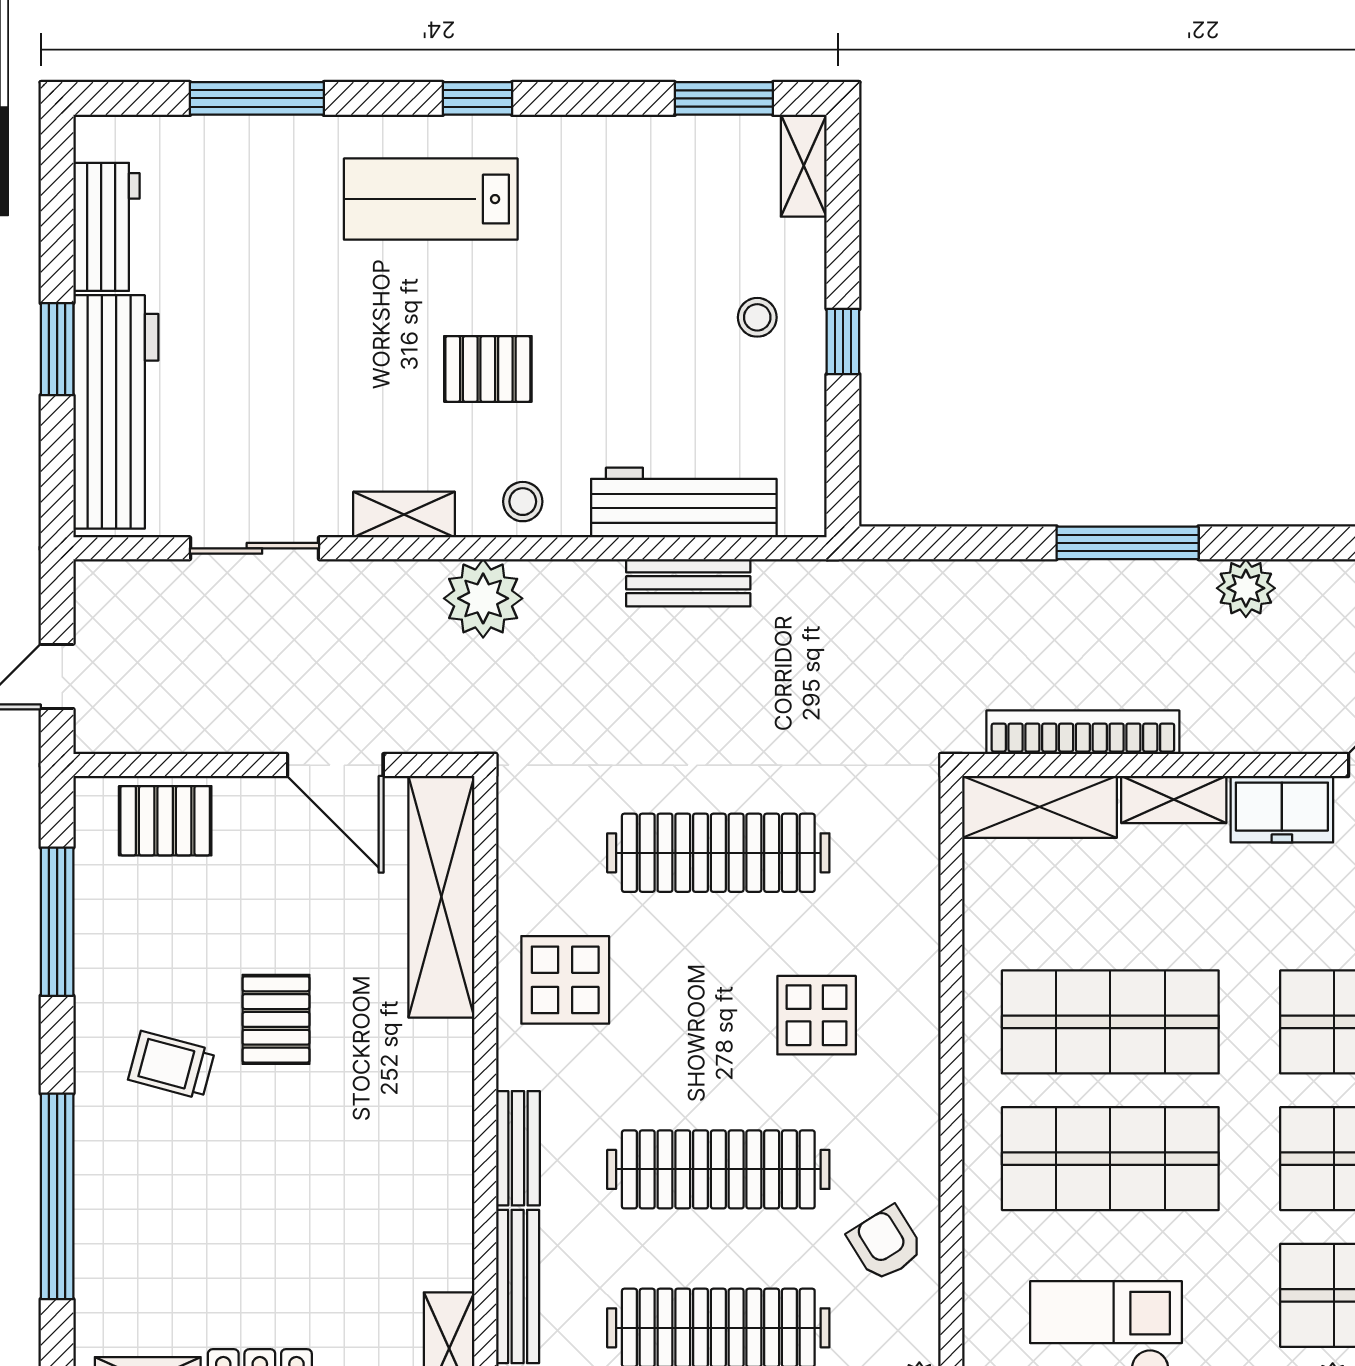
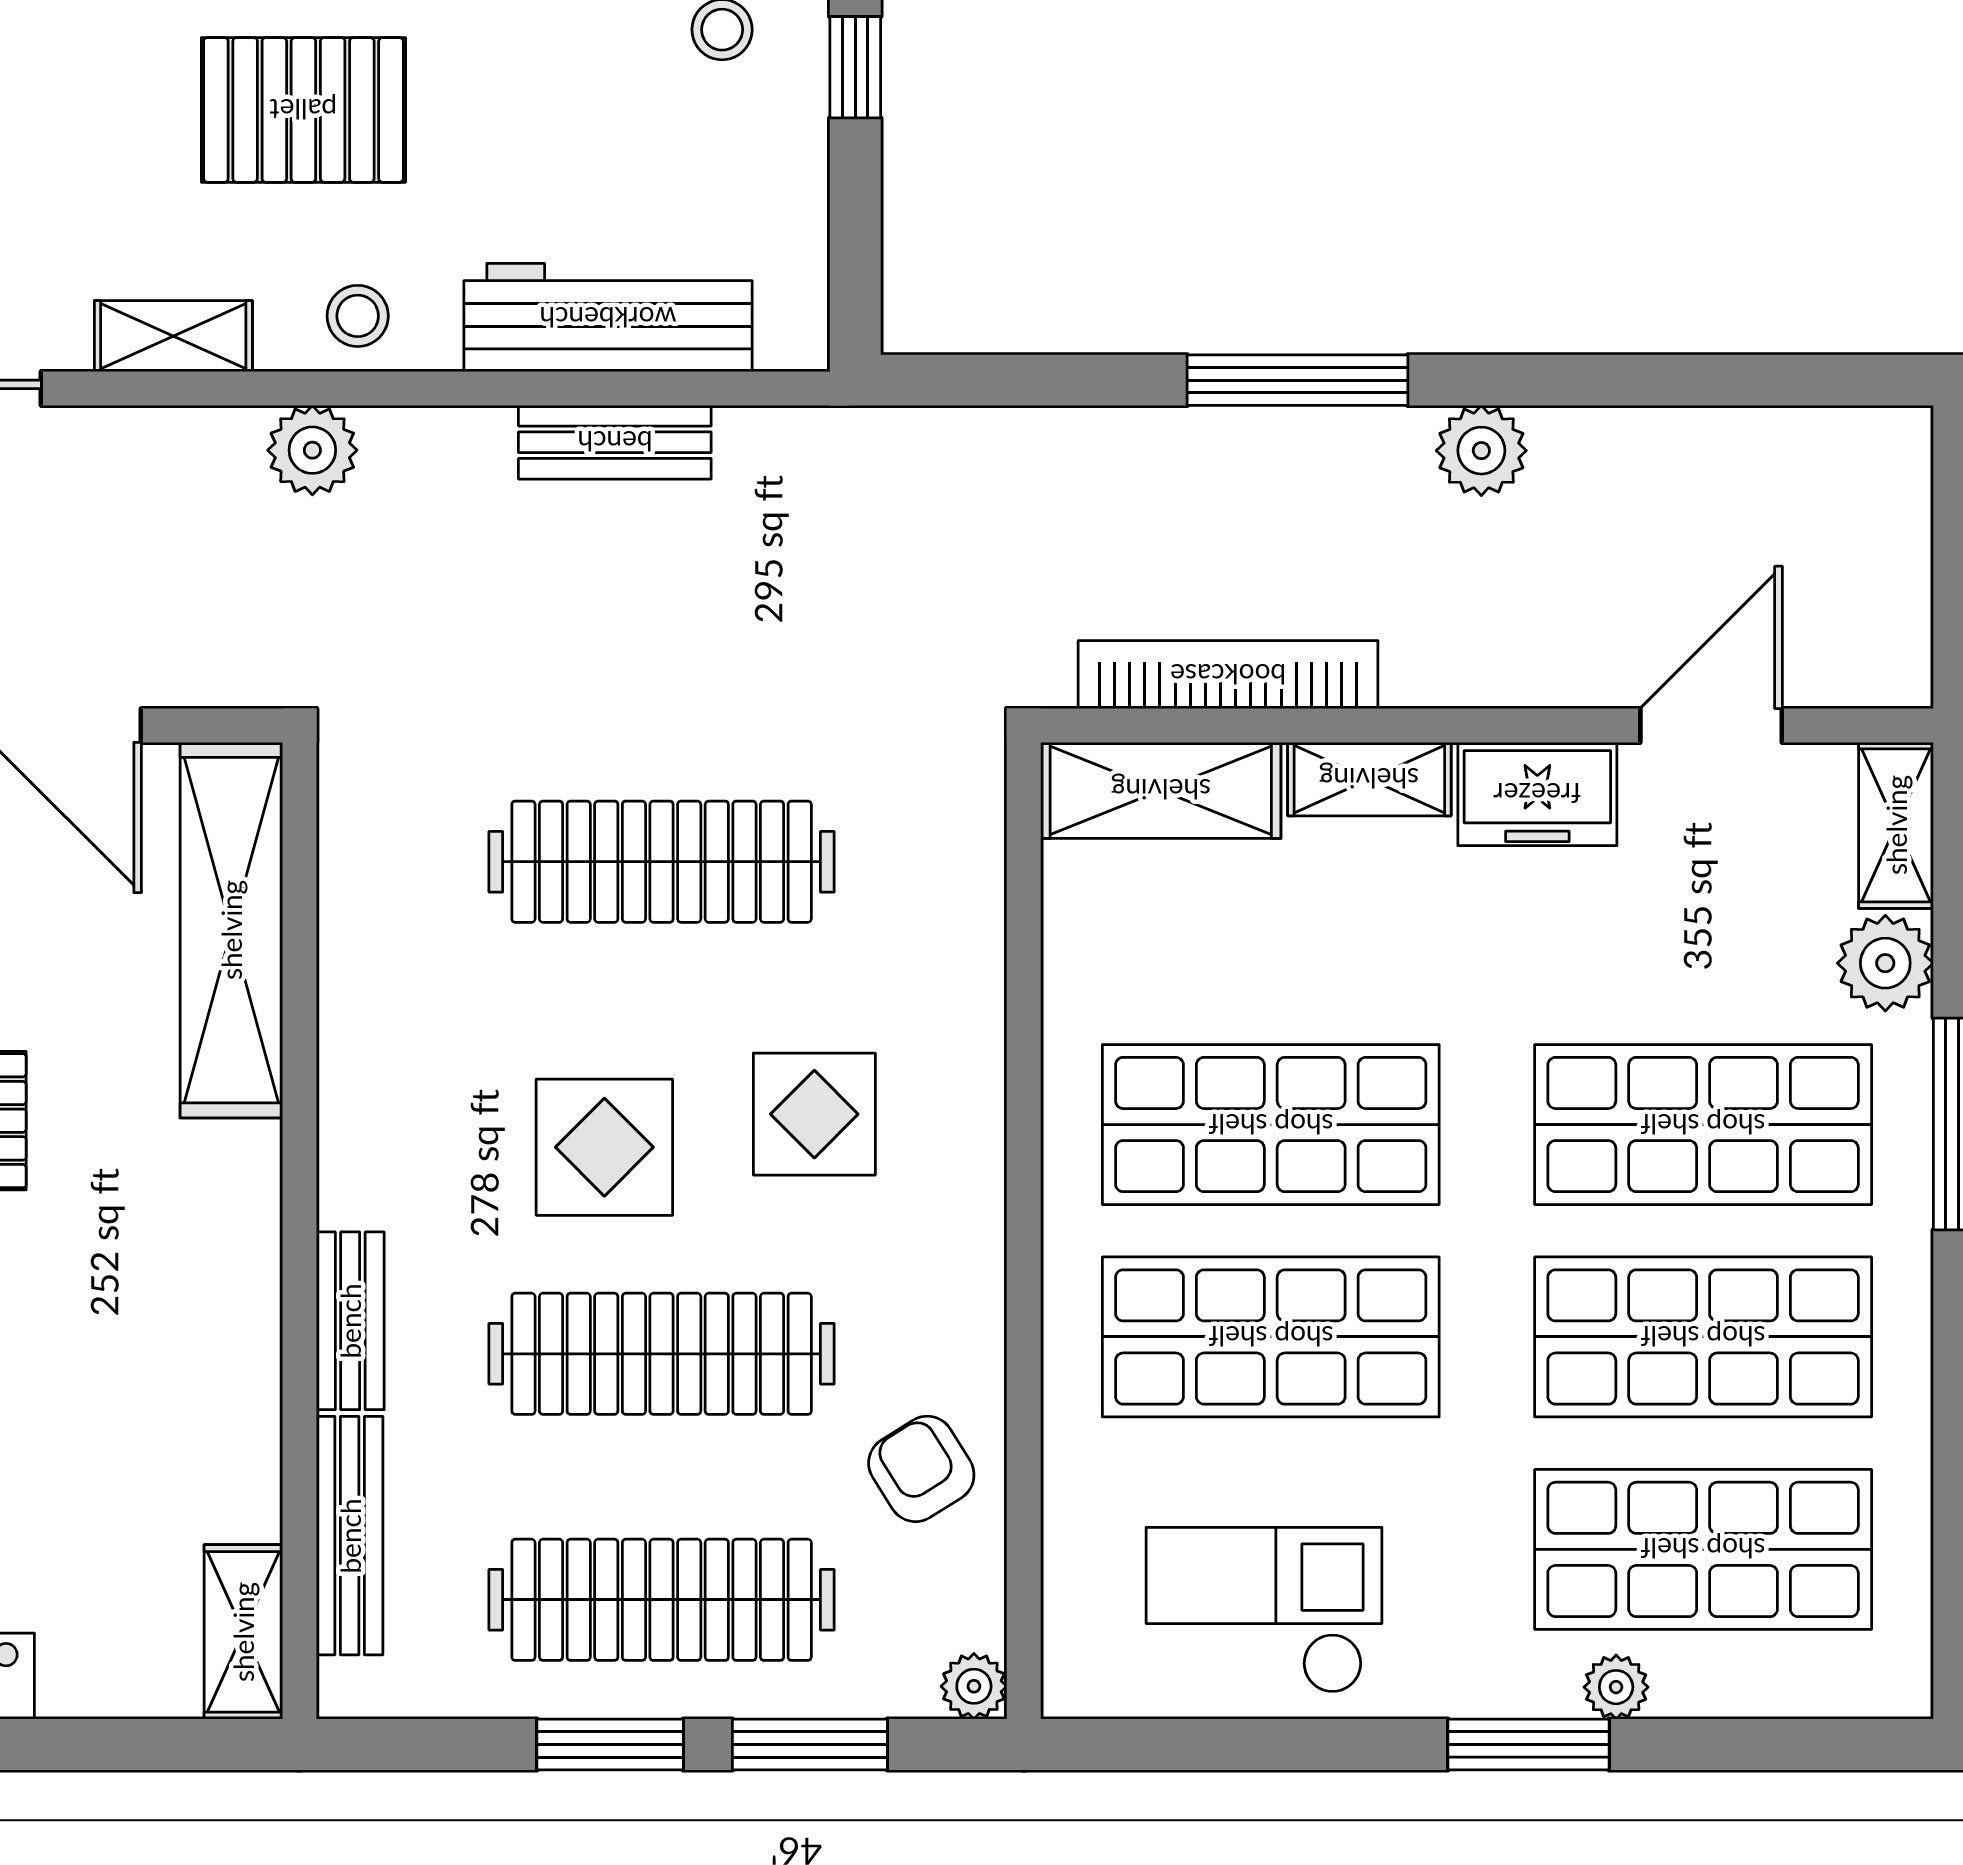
pallet: (488, 369) -> (303, 110), width x1.50, depth x1.42
plant: (483, 598) -> (312, 450), width x0.73, depth x0.73
display table: (565, 980) -> (604, 1147), moved

